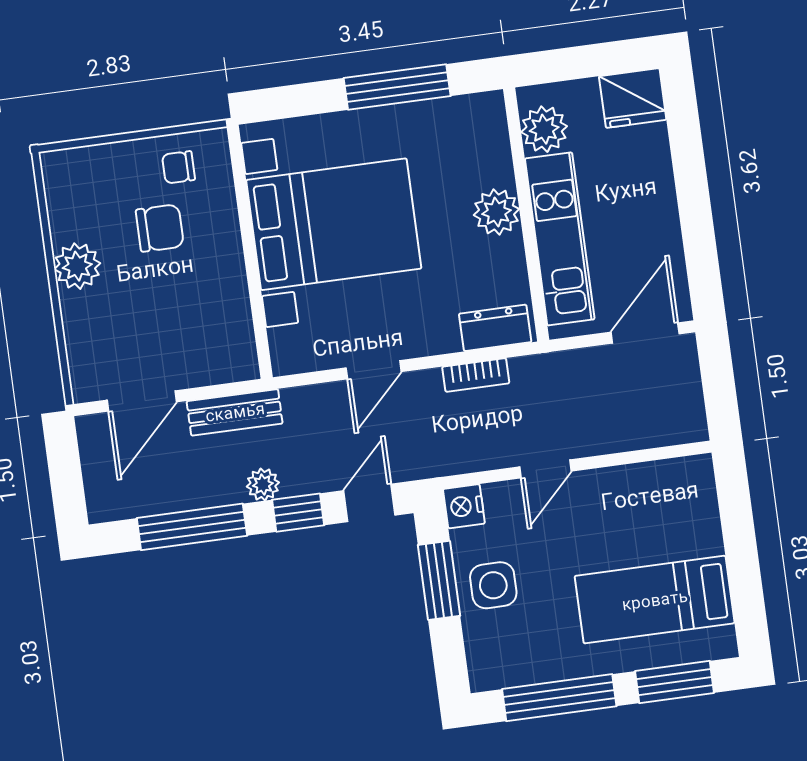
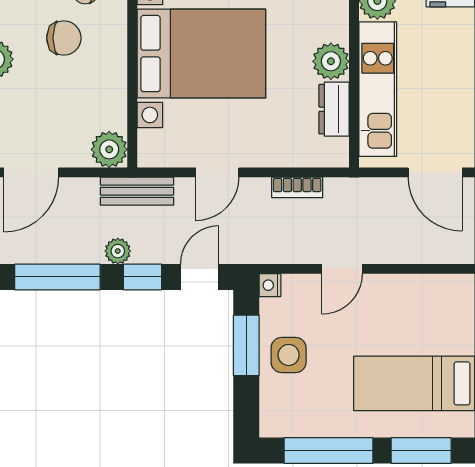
dresser: (495, 328) -> (334, 109), moved, turned -90
door: (645, 333) -> (435, 172), swing flipped
plant: (235, 359) -> (109, 149), added
bench: (235, 412) -> (137, 191), moved
nightstand: (464, 506) -> (270, 285), width x0.72, depth x0.74

